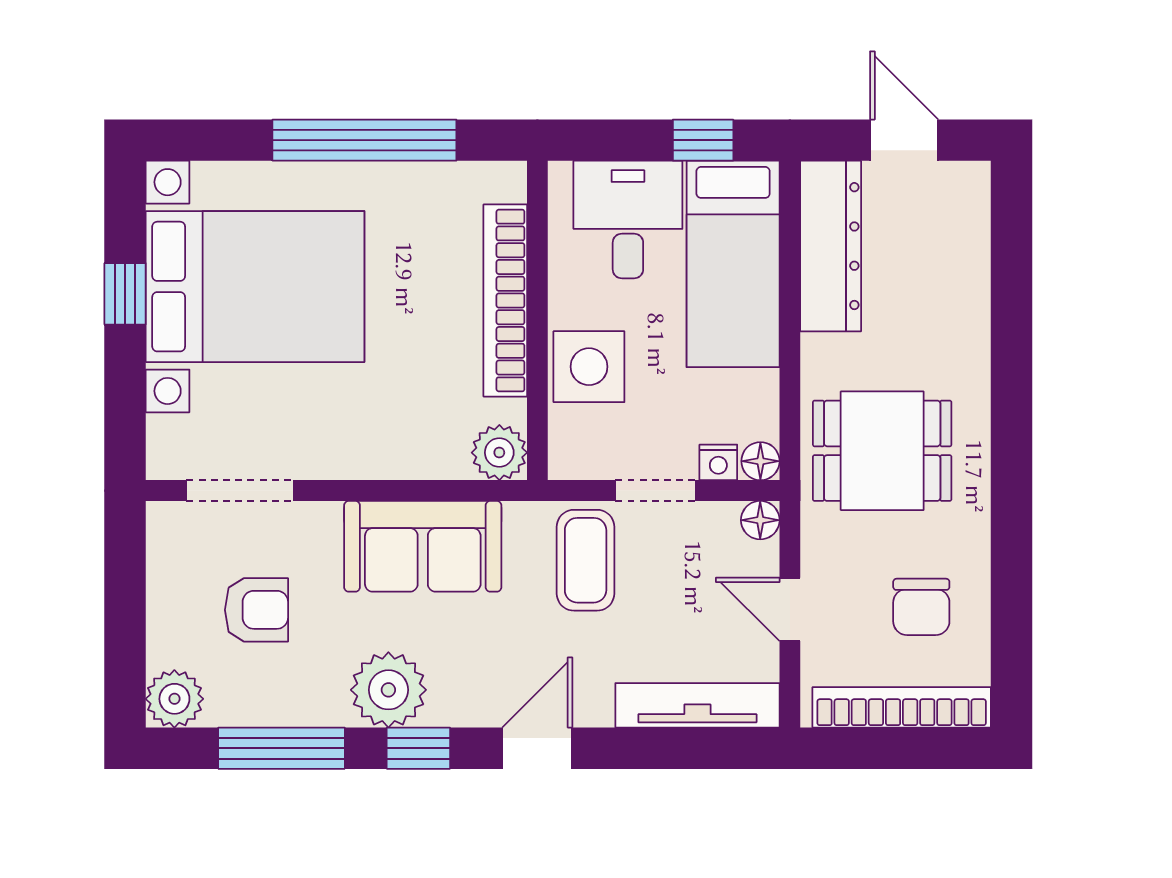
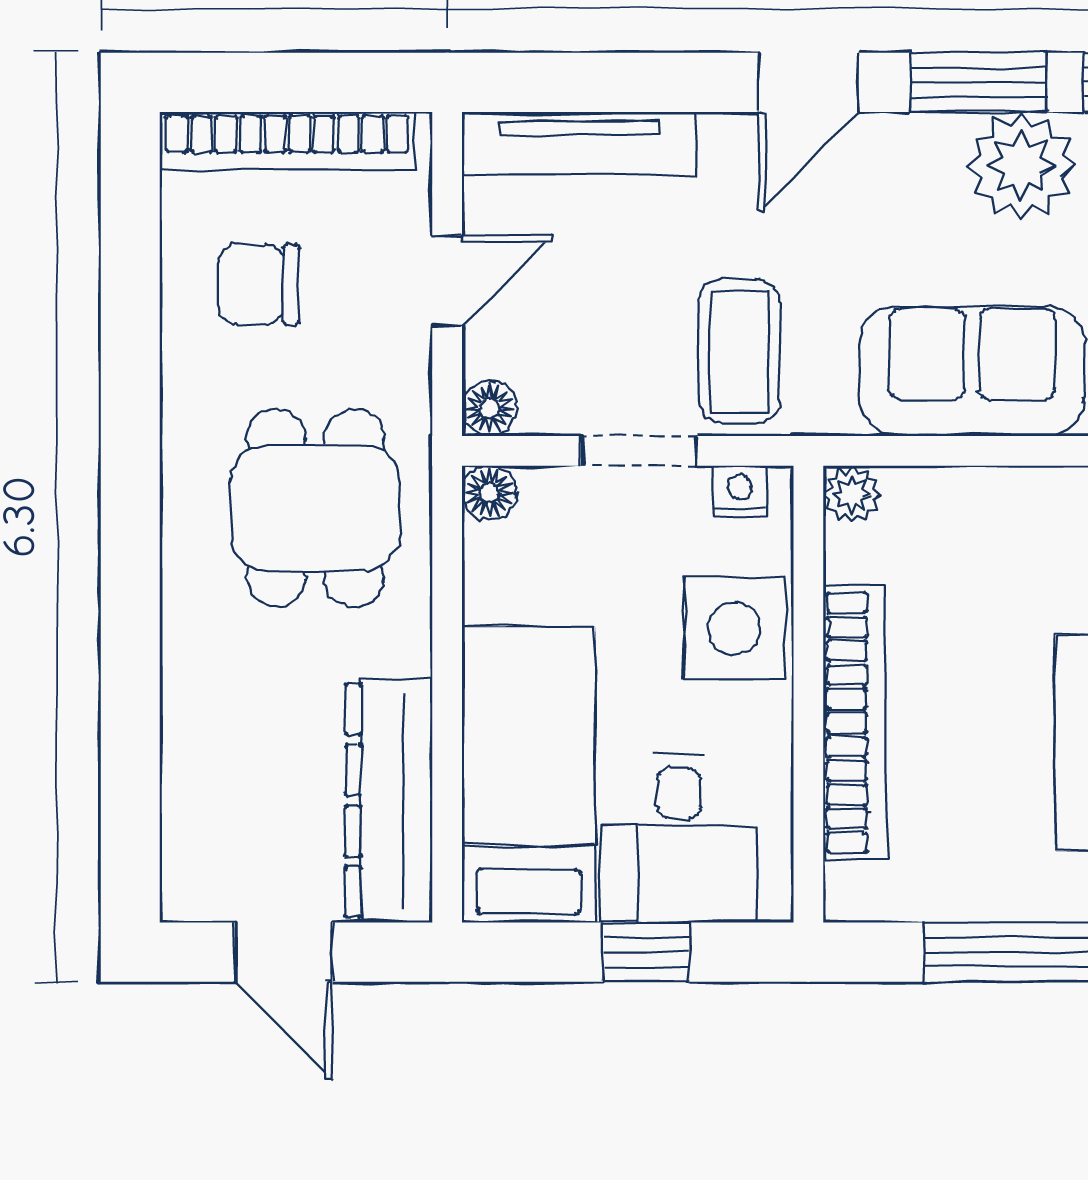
window: (703, 140) -> (646, 952), moved
dining table: (882, 451) -> (315, 508), turned 90
plant: (499, 453) -> (852, 494), width x0.73, depth x0.73
nightstand: (718, 462) -> (740, 491), moved
chair: (921, 607) -> (259, 285), turned -90
door: (790, 609) -> (447, 281), hinge flipped
window: (418, 748) -> (978, 82), width x1.50

